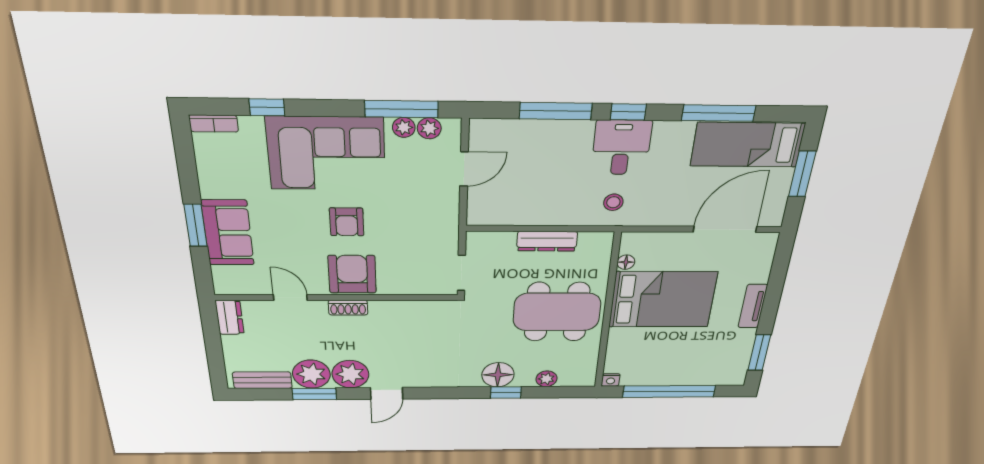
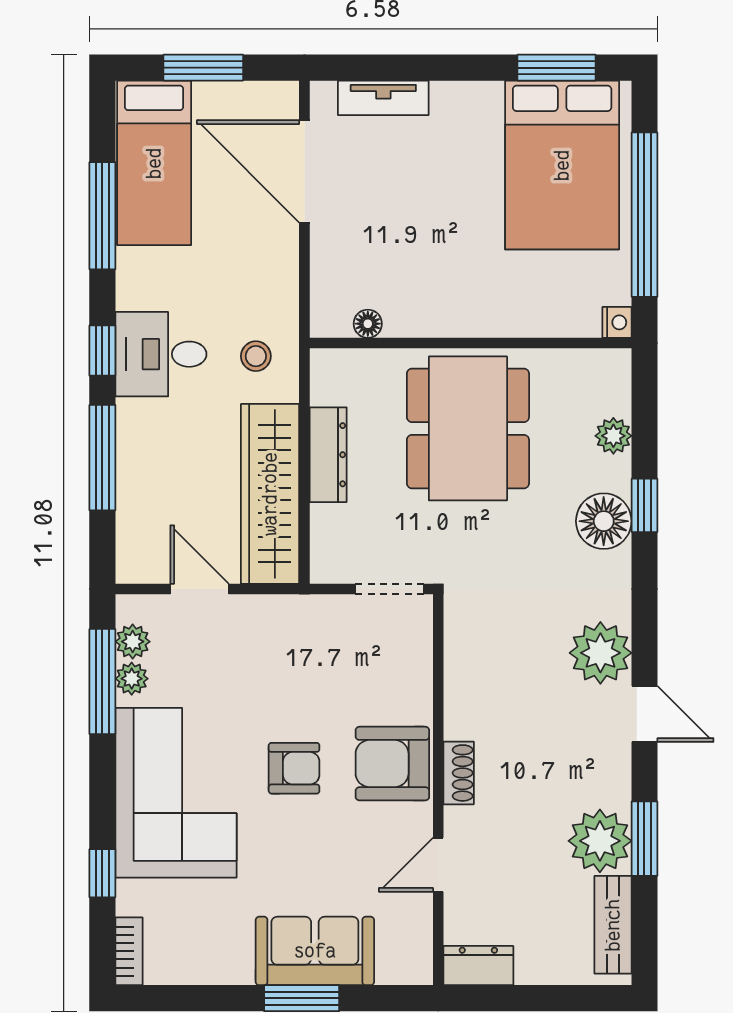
wardrobe: (524, 210) -> (270, 494), added
bed: (663, 299) -> (562, 165), moved, turned 180
tv unit: (753, 306) -> (383, 98), moved
plant: (350, 374) -> (600, 653), moved

